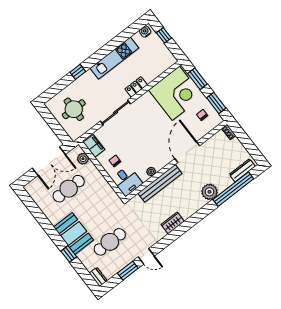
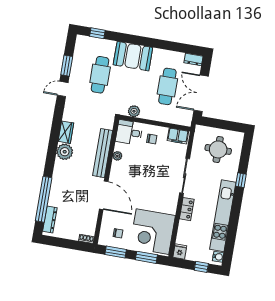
kitchen unit: (114, 58) -> (223, 216), width x1.36
fridge: (169, 61) -> (180, 251), added
plant: (83, 159) -> (134, 111), moved
plant: (209, 192) -> (65, 152), moved
window: (69, 254) -> (97, 33), moved
dresser: (98, 277) -> (193, 59), moved

